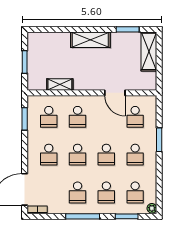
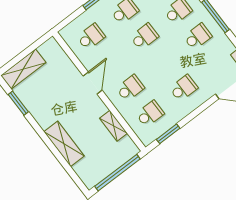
shelving: (90, 40) -> (64, 144), moved
window: (25, 62) -> (117, 173), width x2.11
door: (115, 93) -> (93, 83), moved
school desk: (78, 155) -> (164, 62), removed

